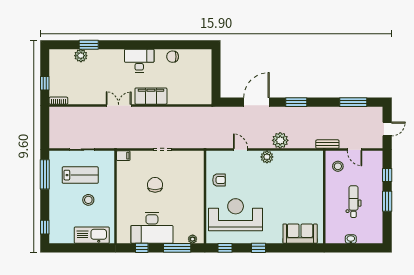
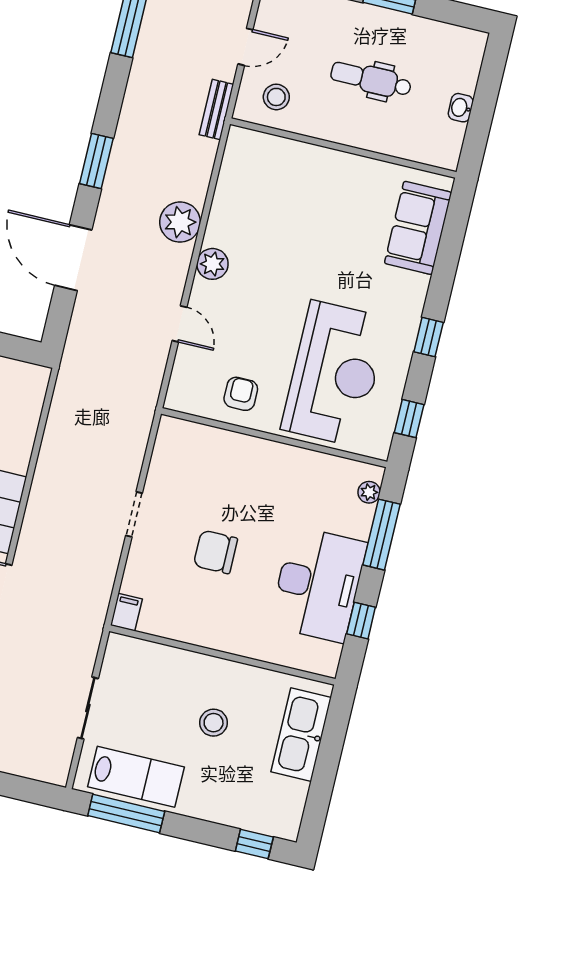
door: (241, 150) -> (179, 324), swing flipped
lab bench: (80, 175) -> (136, 777), moved, turned 90
reception desk: (236, 215) -> (335, 374), turned 180

